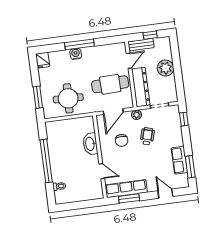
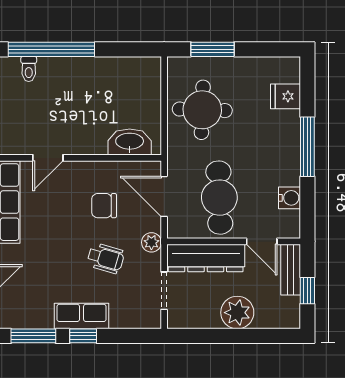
water cooler: (76, 54) -> (289, 198), moved
fridge: (43, 60) -> (286, 96), moved
window: (184, 119) -> (83, 336), moved
washbasin: (90, 144) -> (130, 142), moved
row of seats: (179, 160) -> (82, 316), moved
window: (46, 161) -> (51, 49), moved

